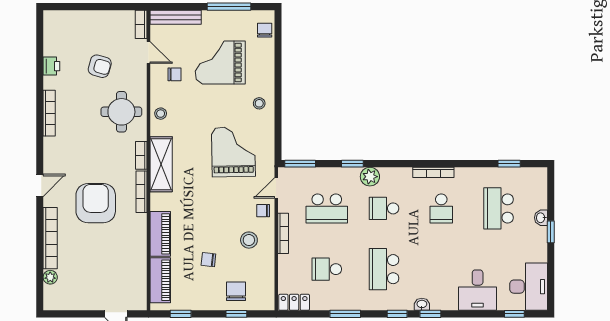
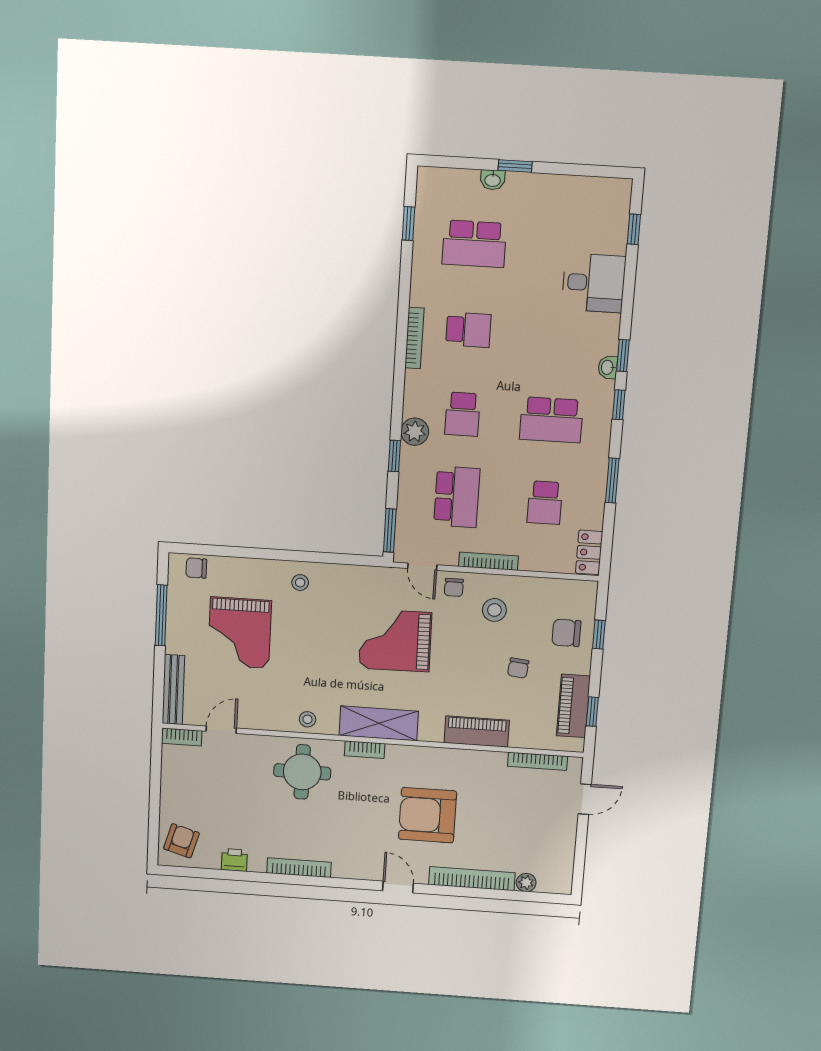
armchair: (100, 66) -> (181, 841), moved
chair: (174, 74) -> (253, 697), removed
grand piano: (233, 152) -> (395, 641), moved
bookcase: (141, 192) -> (538, 761), moved
piano: (160, 280) -> (573, 706), moved, turned -90
desk: (529, 287) -> (595, 205), removed

